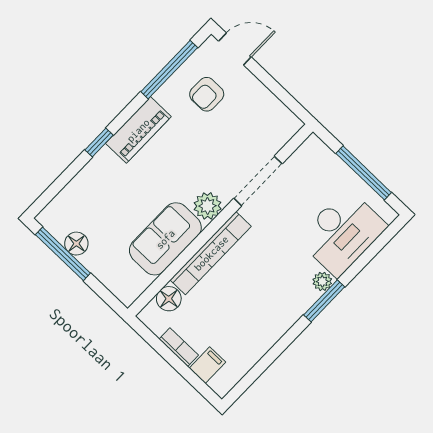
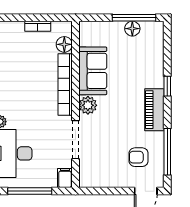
armchair: (207, 94) -> (139, 157), turned -90
filing cabinet: (207, 365) -> (65, 178), moved, turned 180

